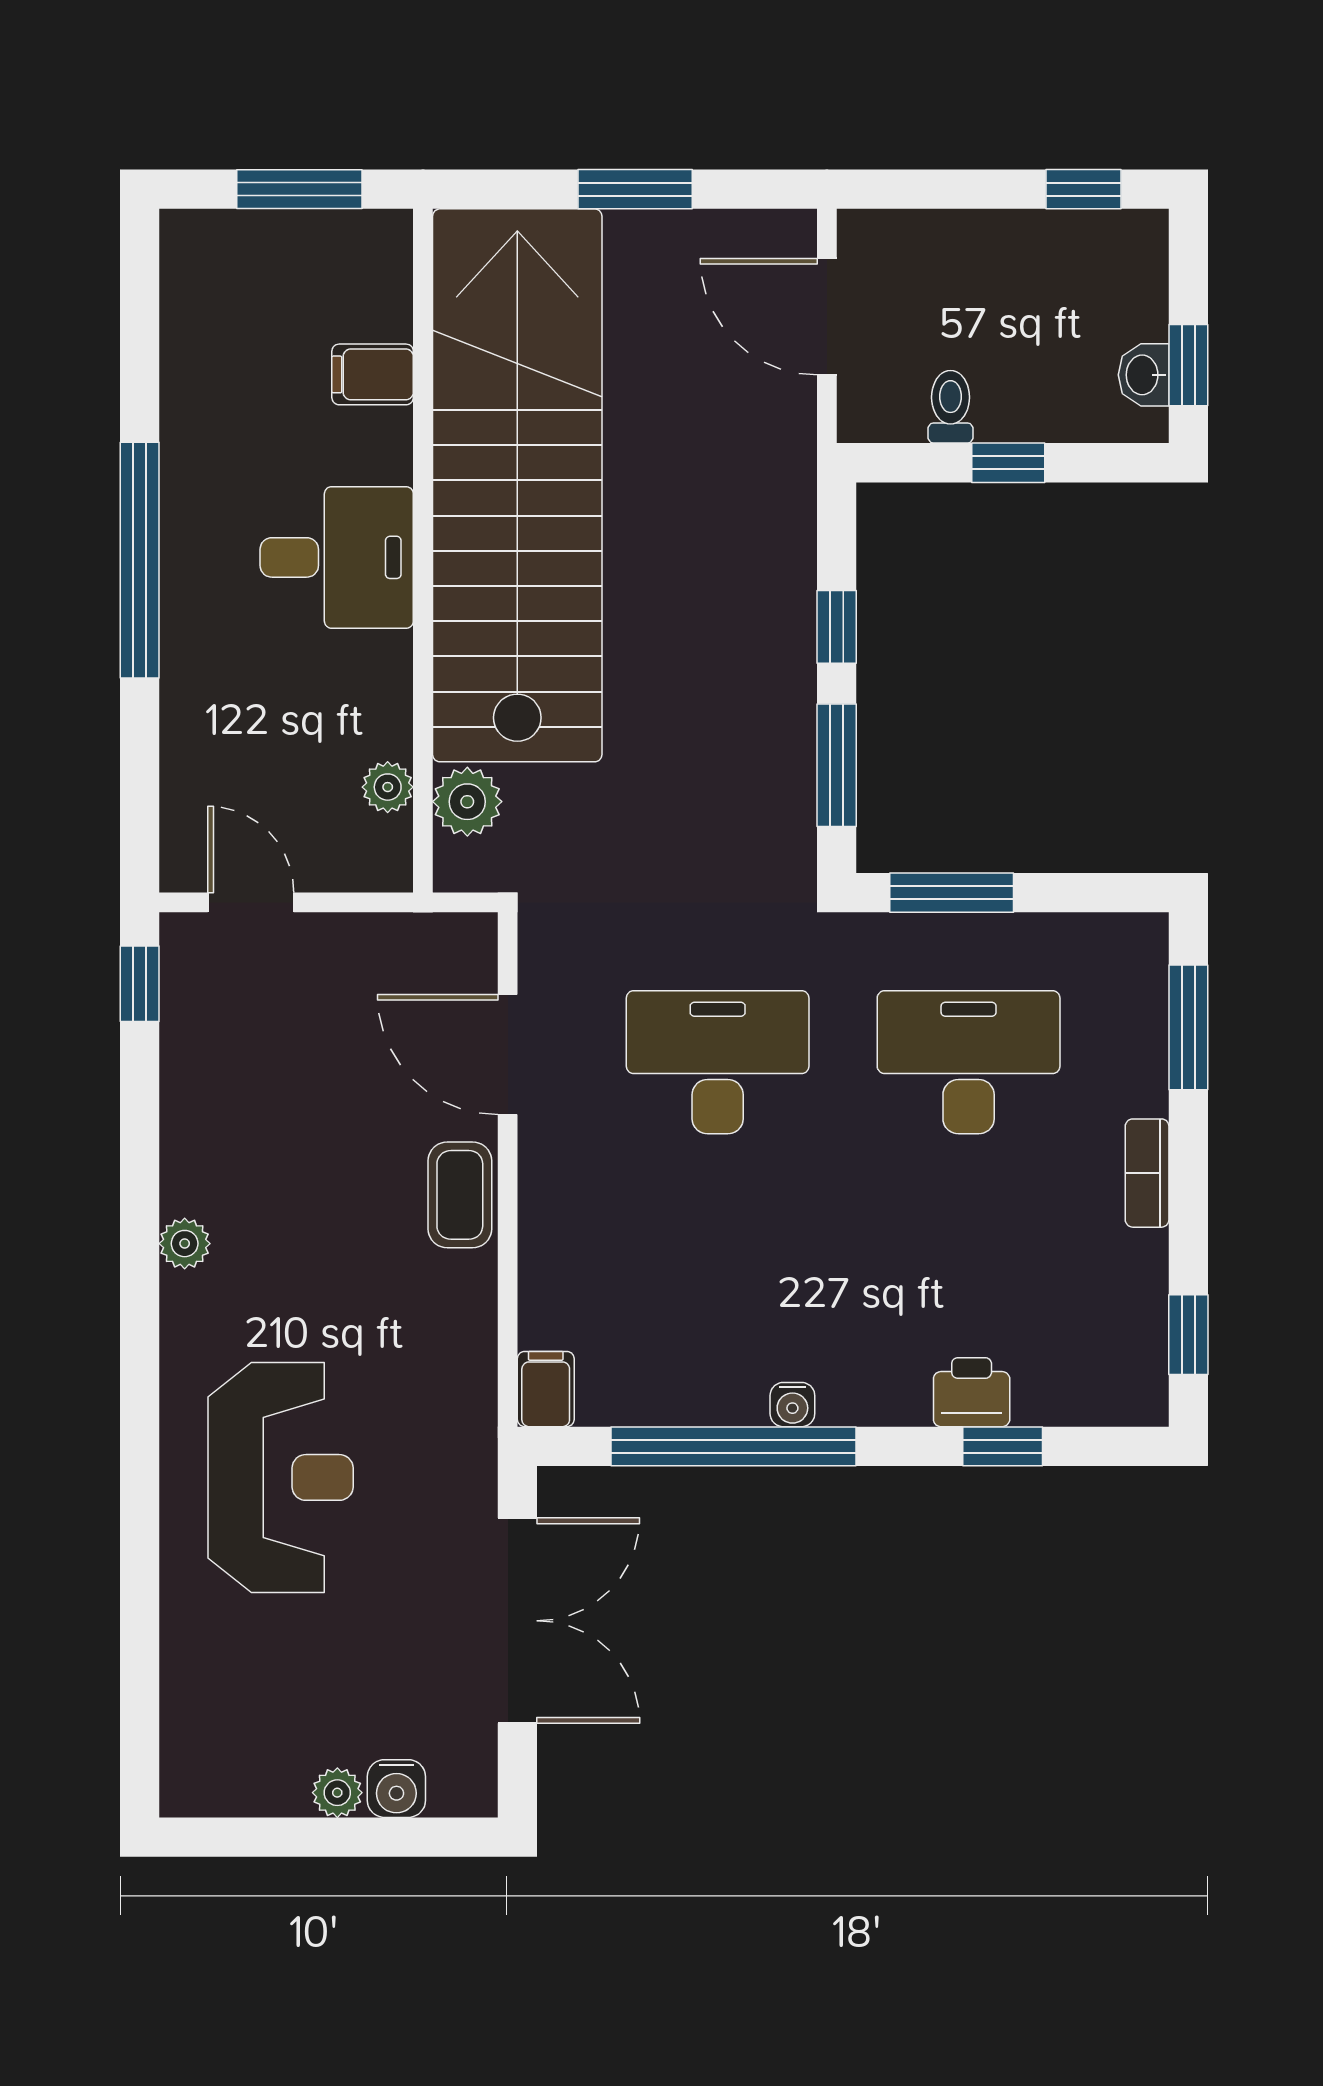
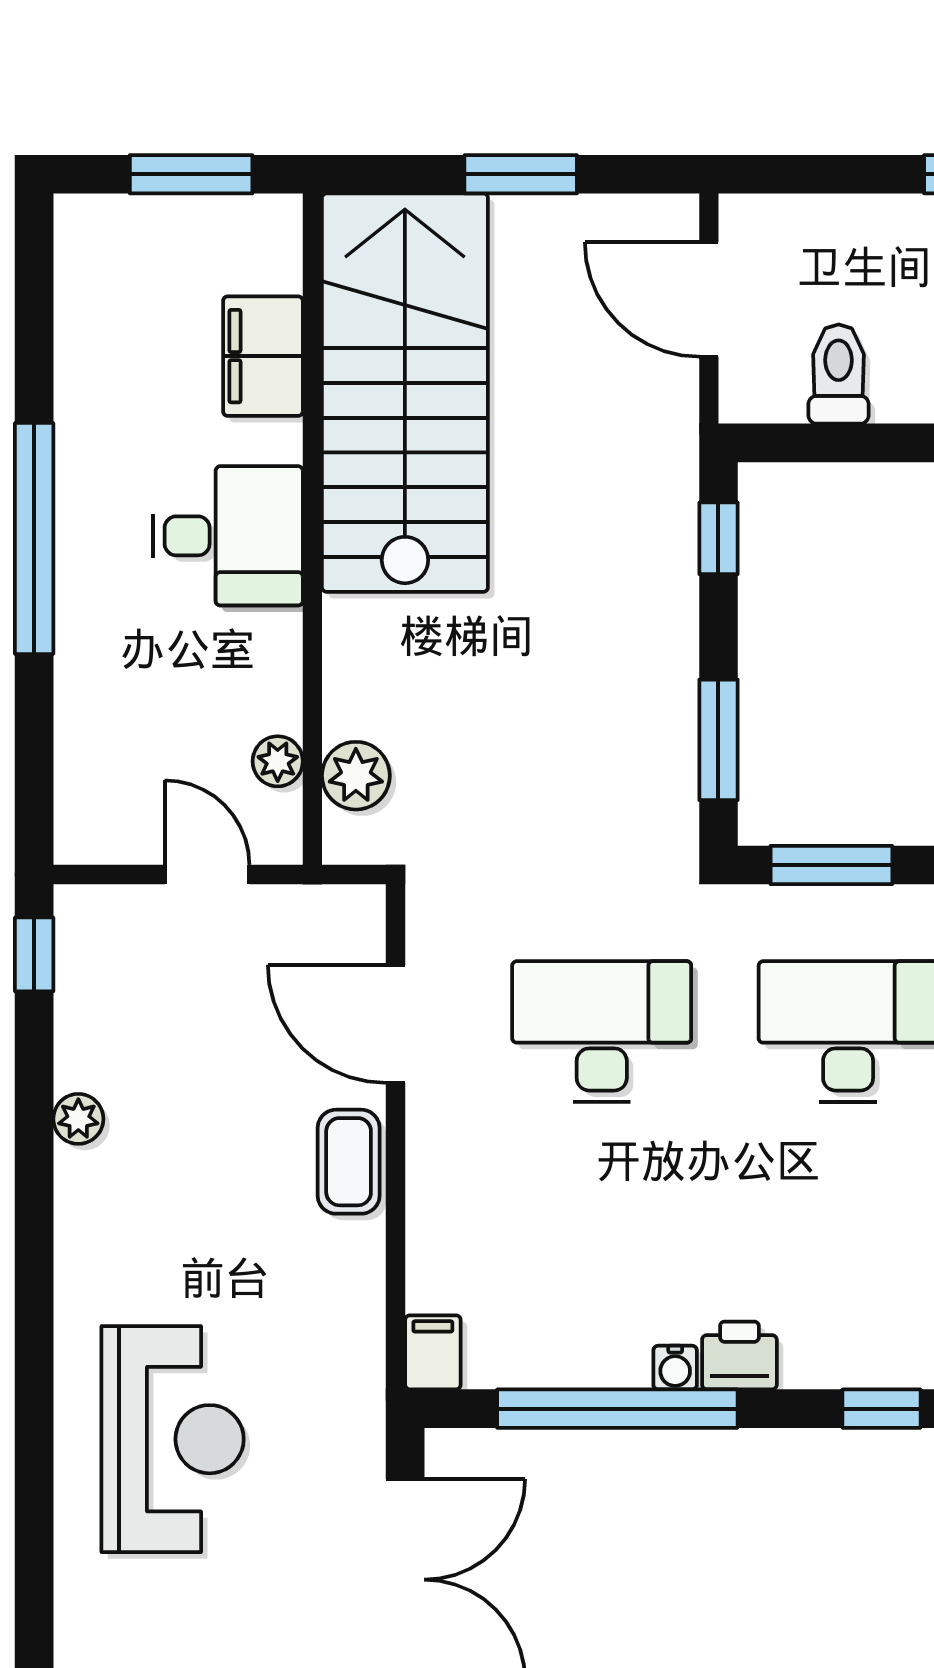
filing cabinet: (373, 374) -> (263, 356), width x2.00
toilet: (951, 407) -> (839, 374), width x1.37, depth x1.39
window: (1008, 463) -> (887, 443), removed
stairs: (517, 485) -> (405, 393), width x0.73
window: (837, 627) -> (718, 538), moved
door: (251, 902) -> (207, 875), moved
plant: (185, 1244) -> (78, 1119), moved
printer: (972, 1392) -> (739, 1355), moved

